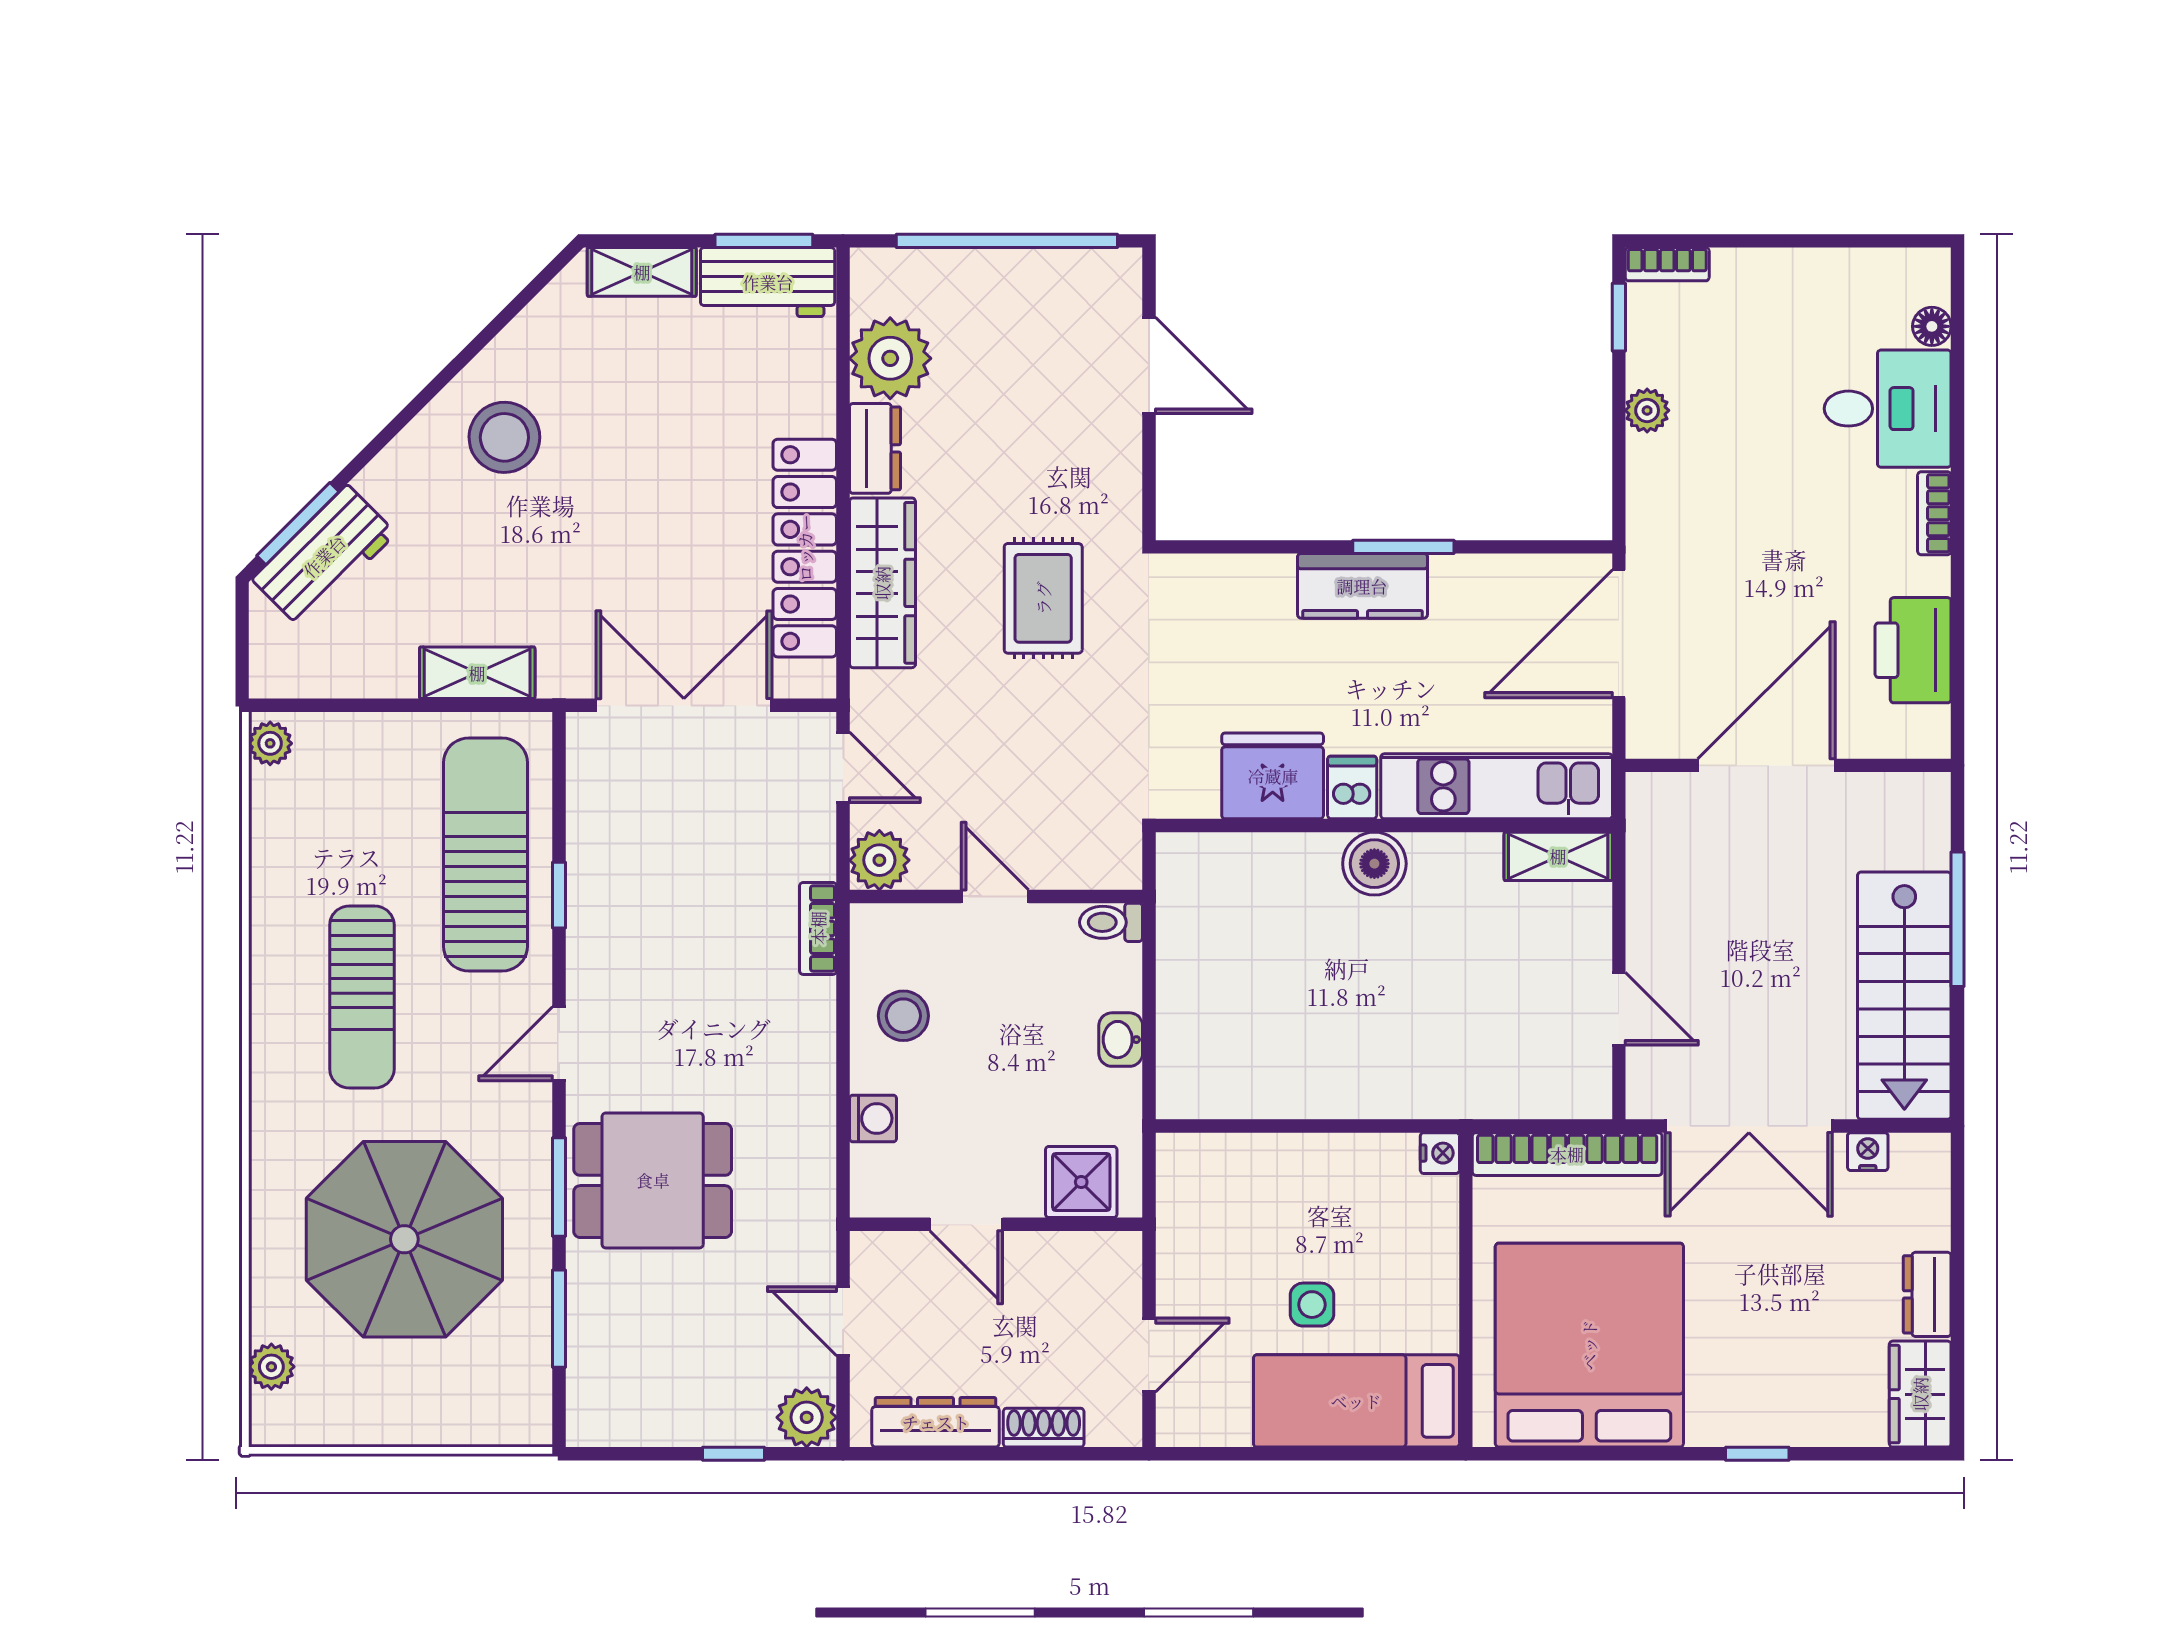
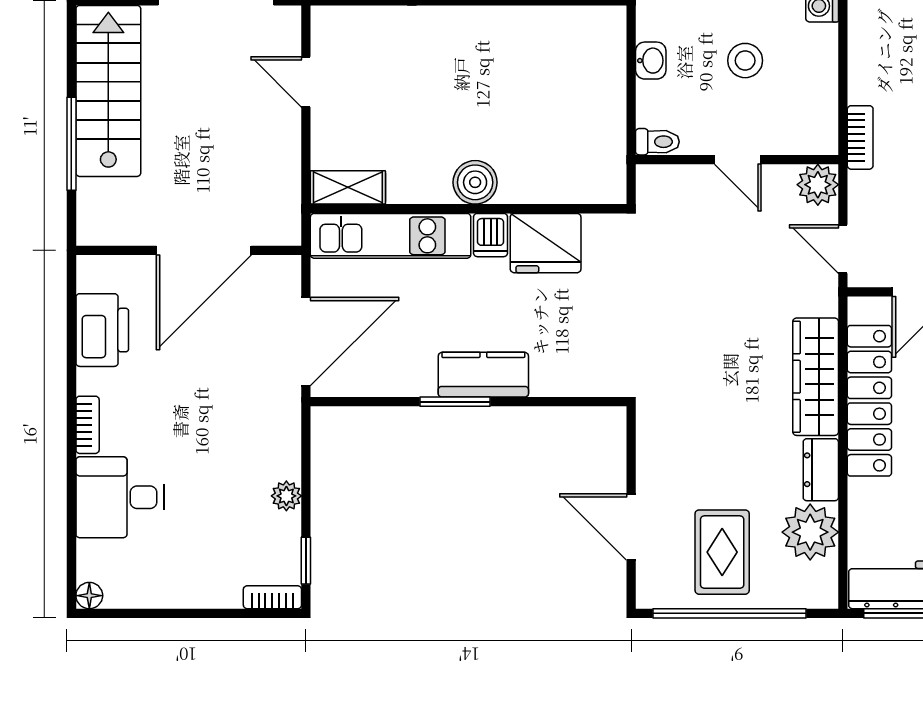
floor lamp: (1932, 326) -> (89, 596), moved
rug: (1043, 598) -> (722, 552), moved
stool: (903, 1016) -> (745, 61), moved

